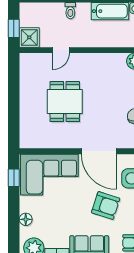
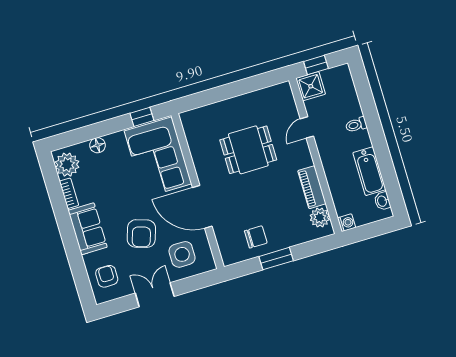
door: (61, 50) -> (307, 127), hinge flipped
piano: (109, 60) -> (312, 187), added
door: (99, 151) -> (202, 207), hinge flipped

